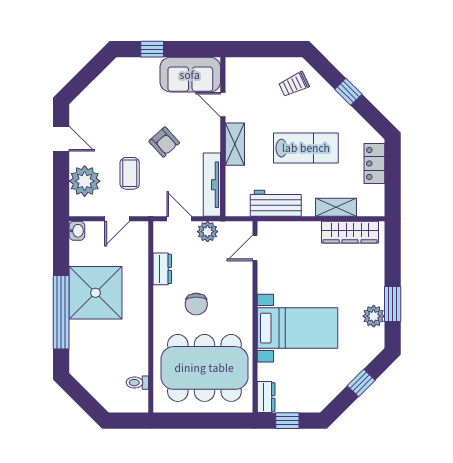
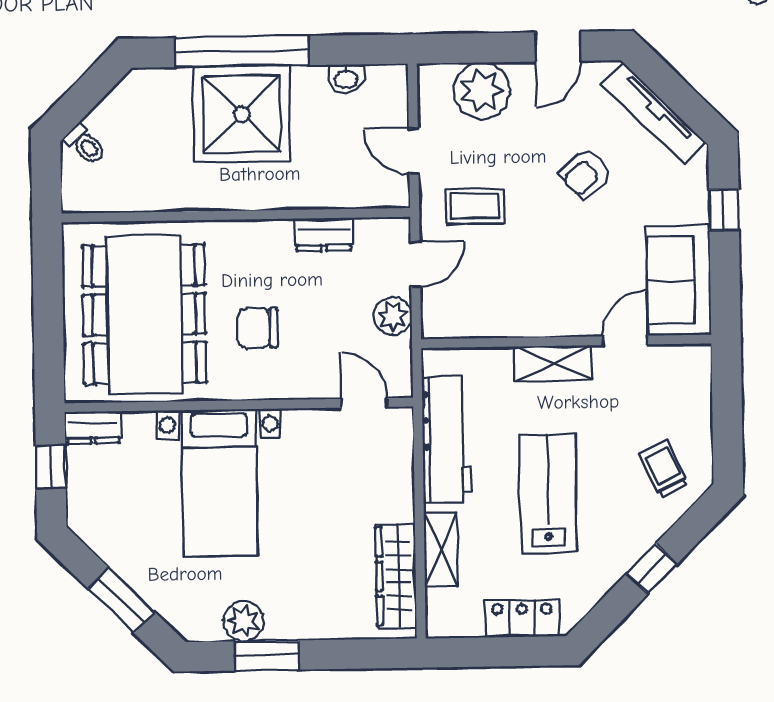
armchair: (164, 142) -> (585, 174), moved
lab bench: (306, 148) -> (548, 493), turned 180
coffee table: (130, 173) -> (475, 206), moved
tv unit: (212, 185) -> (654, 114), moved, turned -135
workbench: (276, 203) -> (446, 440), width x1.38
washbasin: (77, 231) -> (346, 79), moved
shower: (96, 293) -> (242, 114), moved
chair: (196, 304) -> (257, 328), moved
toilet: (137, 383) -> (85, 145), moved, turned 135
window: (361, 383) -> (121, 600), width x1.50

